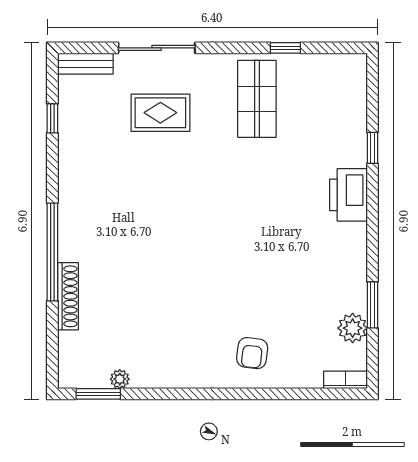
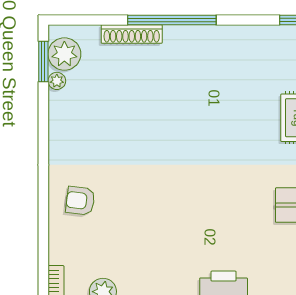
plant: (90, 371) -> (64, 54), added

